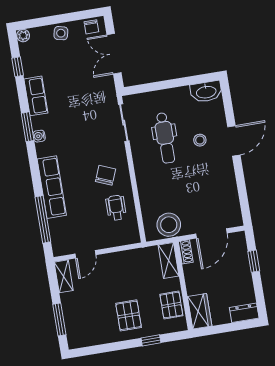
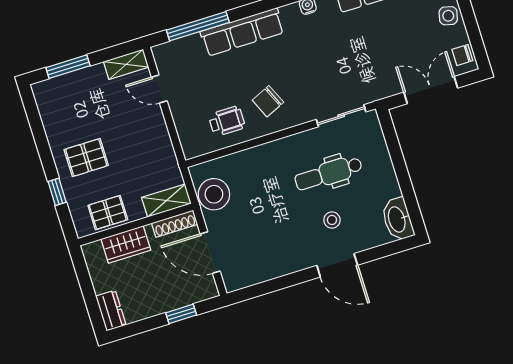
chair: (106, 175) -> (268, 101), turned 134
shoe rack: (186, 252) -> (175, 224), width x1.43
wardrobe: (200, 311) -> (126, 245), moved

